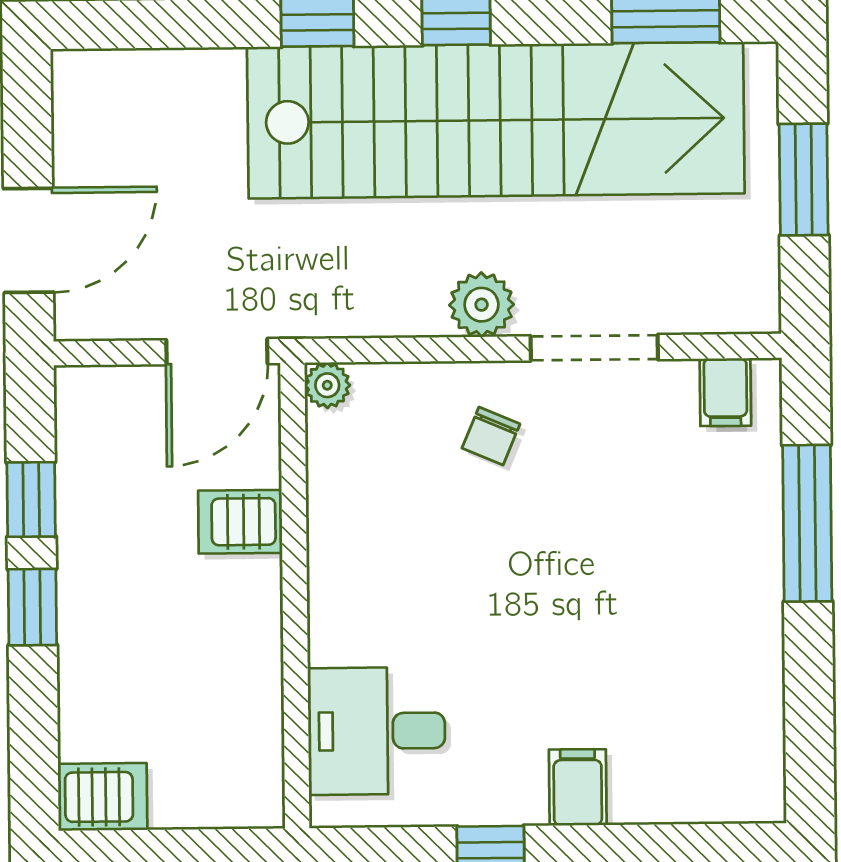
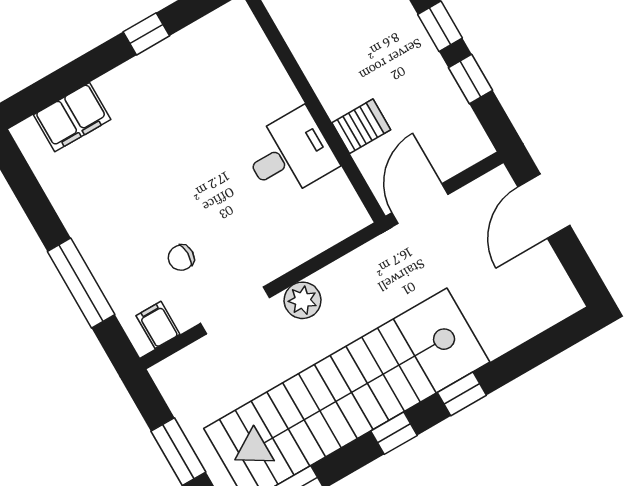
plant: (327, 385) -> (356, 218), removed
chair: (491, 436) -> (181, 258), moved, turned -113
desk: (376, 731) -> (290, 154), moved
filing cabinet: (578, 787) -> (72, 117), moved, width x2.00

